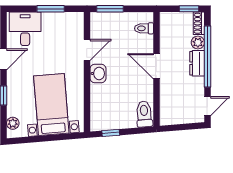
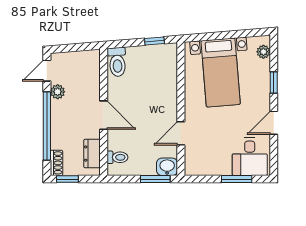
window: (51, 9) -> (237, 179), moved
plant: (198, 42) -> (58, 92), moved
dresser: (197, 63) -> (92, 154), moved, turned 180
washbasin: (98, 73) -> (167, 167), moved, turned 90

